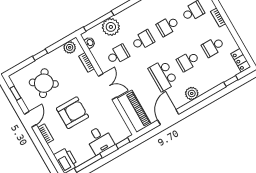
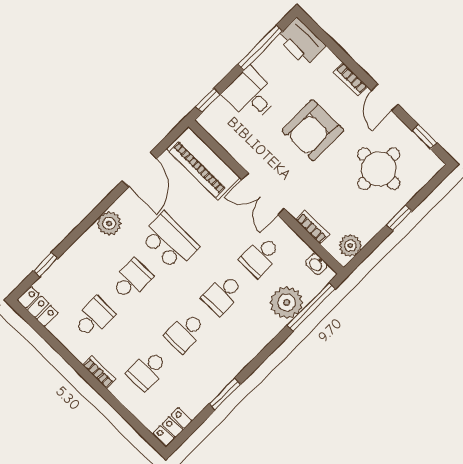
school desk: (168, 26) -> (185, 332), turned 180
round table: (44, 83) -> (379, 169), turned -34

